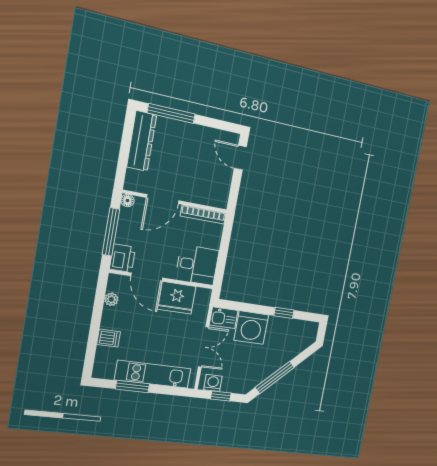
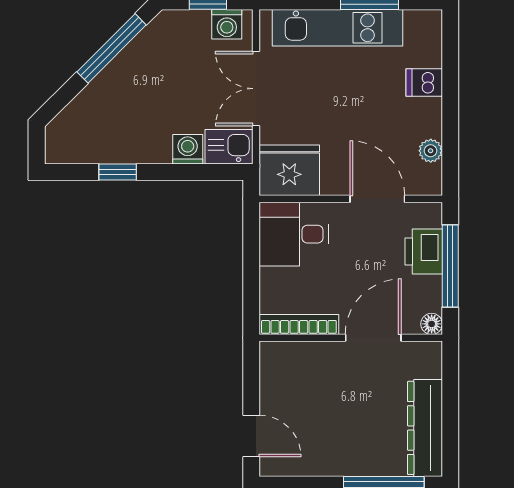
printer: (122, 258) -> (424, 252), moved
fridge: (177, 298) -> (289, 170), moved
washing machine: (251, 328) -> (188, 149), width x0.53, depth x0.53

